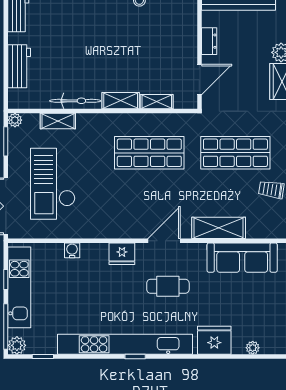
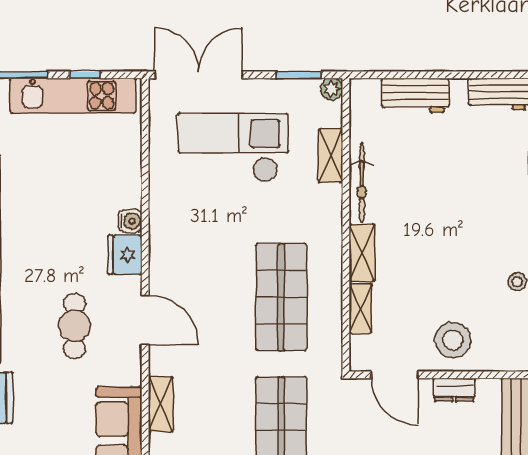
stool: (177, 42) -> (453, 340), added
shelving: (219, 228) -> (161, 404), width x0.67, depth x0.75
water cooler: (72, 250) -> (130, 221), moved

